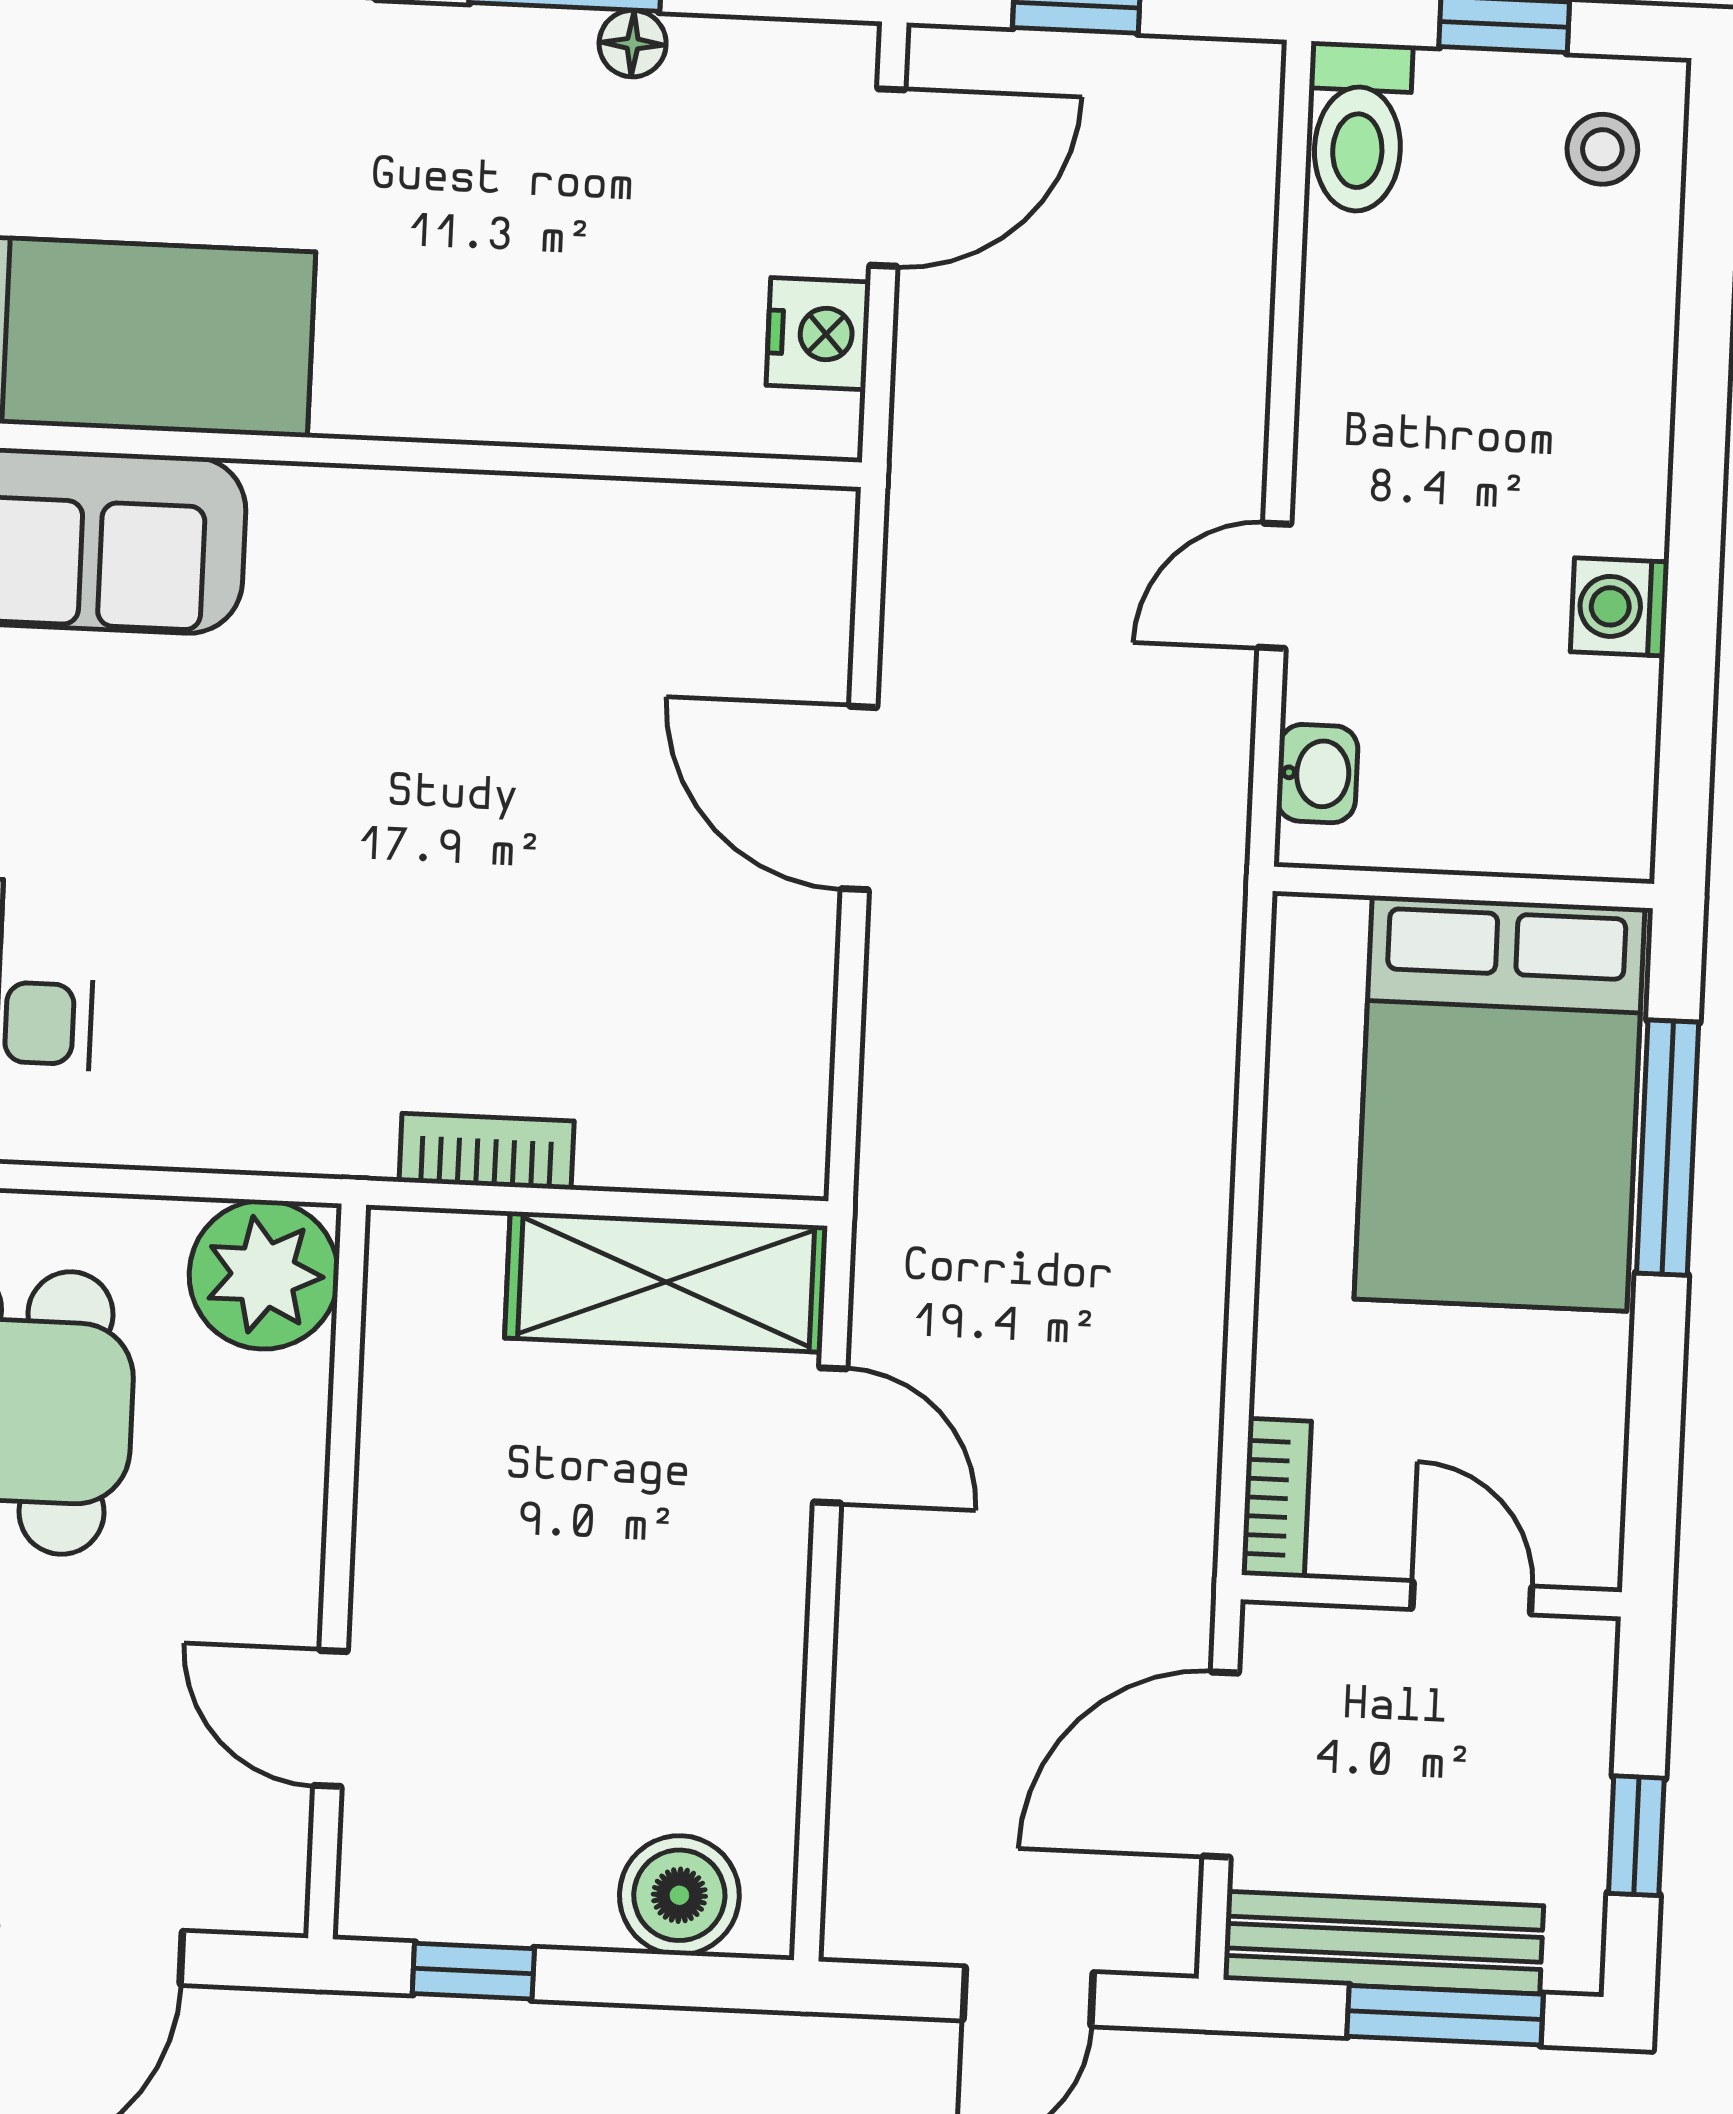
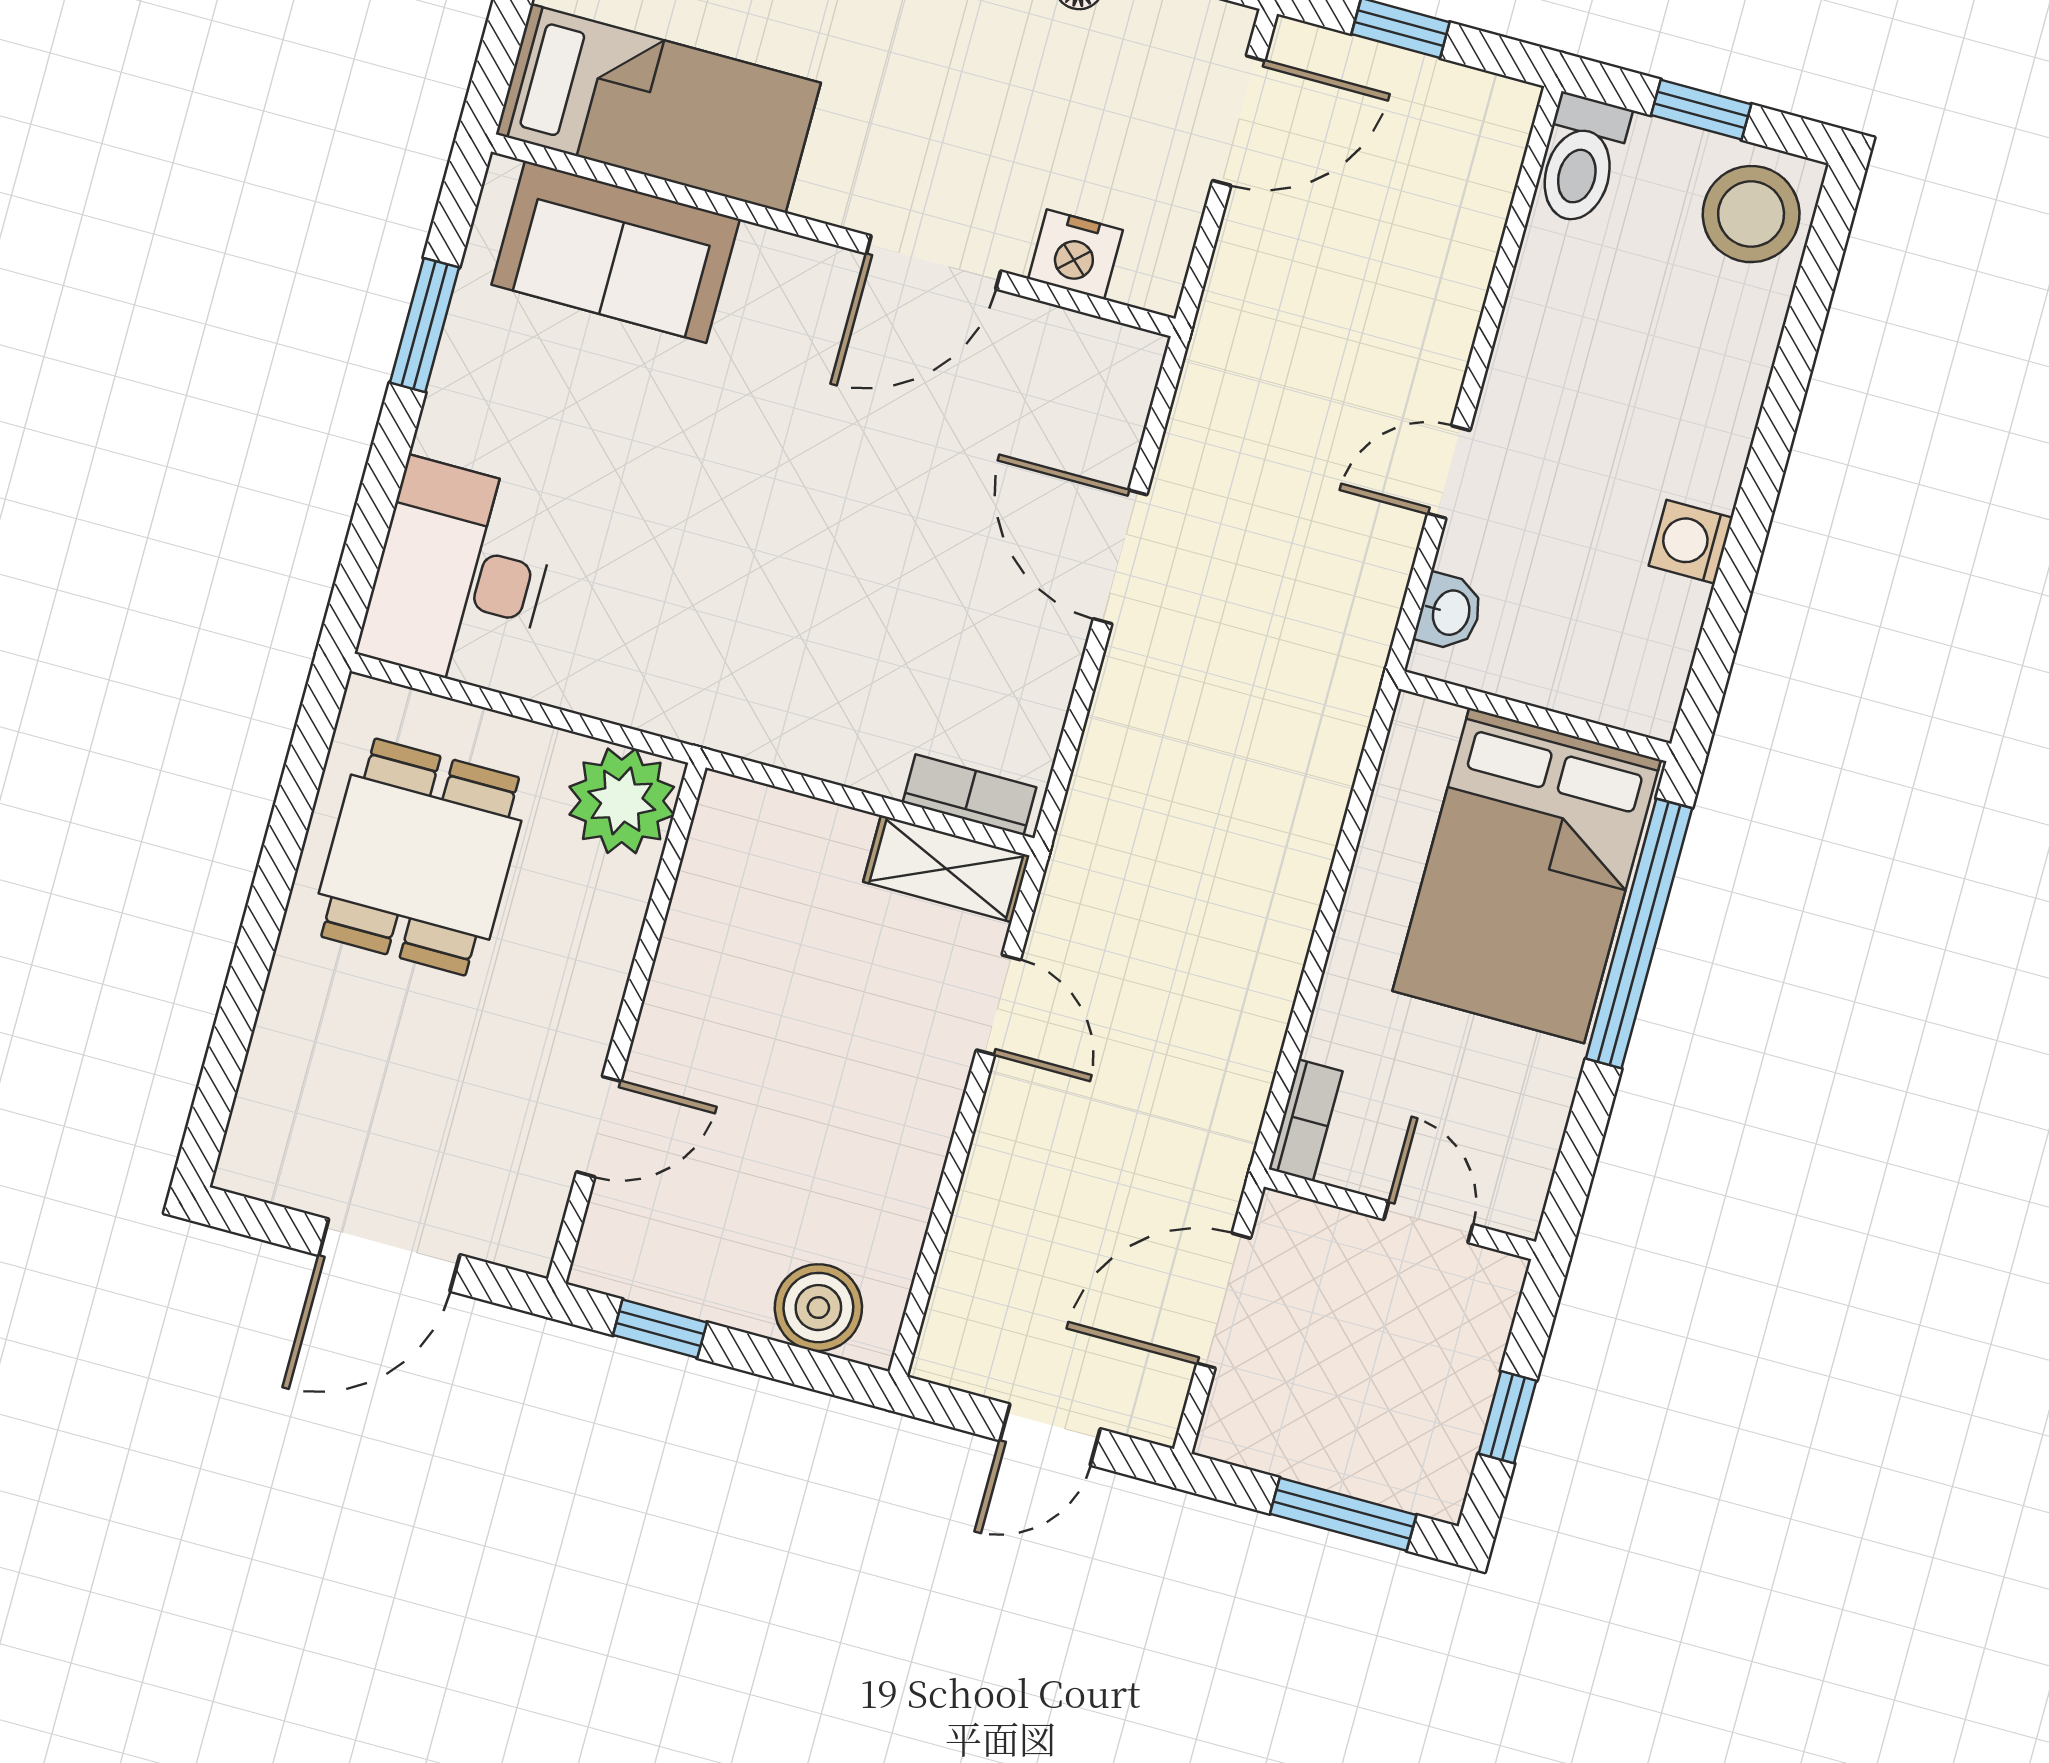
stool: (1602, 149) -> (1751, 214), width x1.89, depth x1.89
nightstand: (818, 334) -> (1075, 254), moved, turned 90
door: (520, 459) -> (933, 262), added
window: (1668, 1148) -> (1639, 933), width x1.46
bookcase: (487, 1151) -> (970, 795), moved
shelving: (666, 1282) -> (946, 869), width x0.67, depth x0.75
door: (330, 1718) -> (599, 1127), swing flipped
bench: (1383, 1943) -> (1311, 1453), removed

